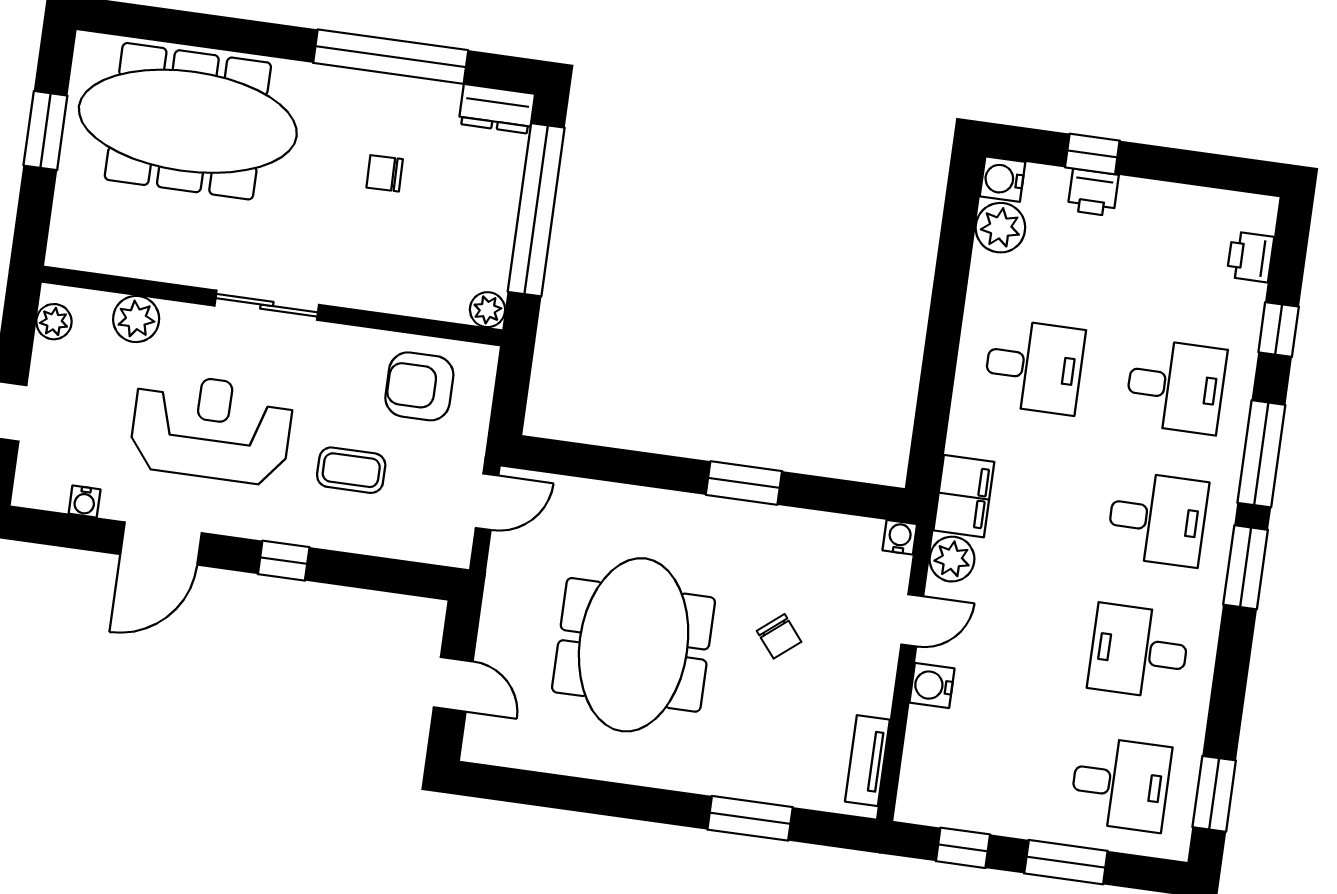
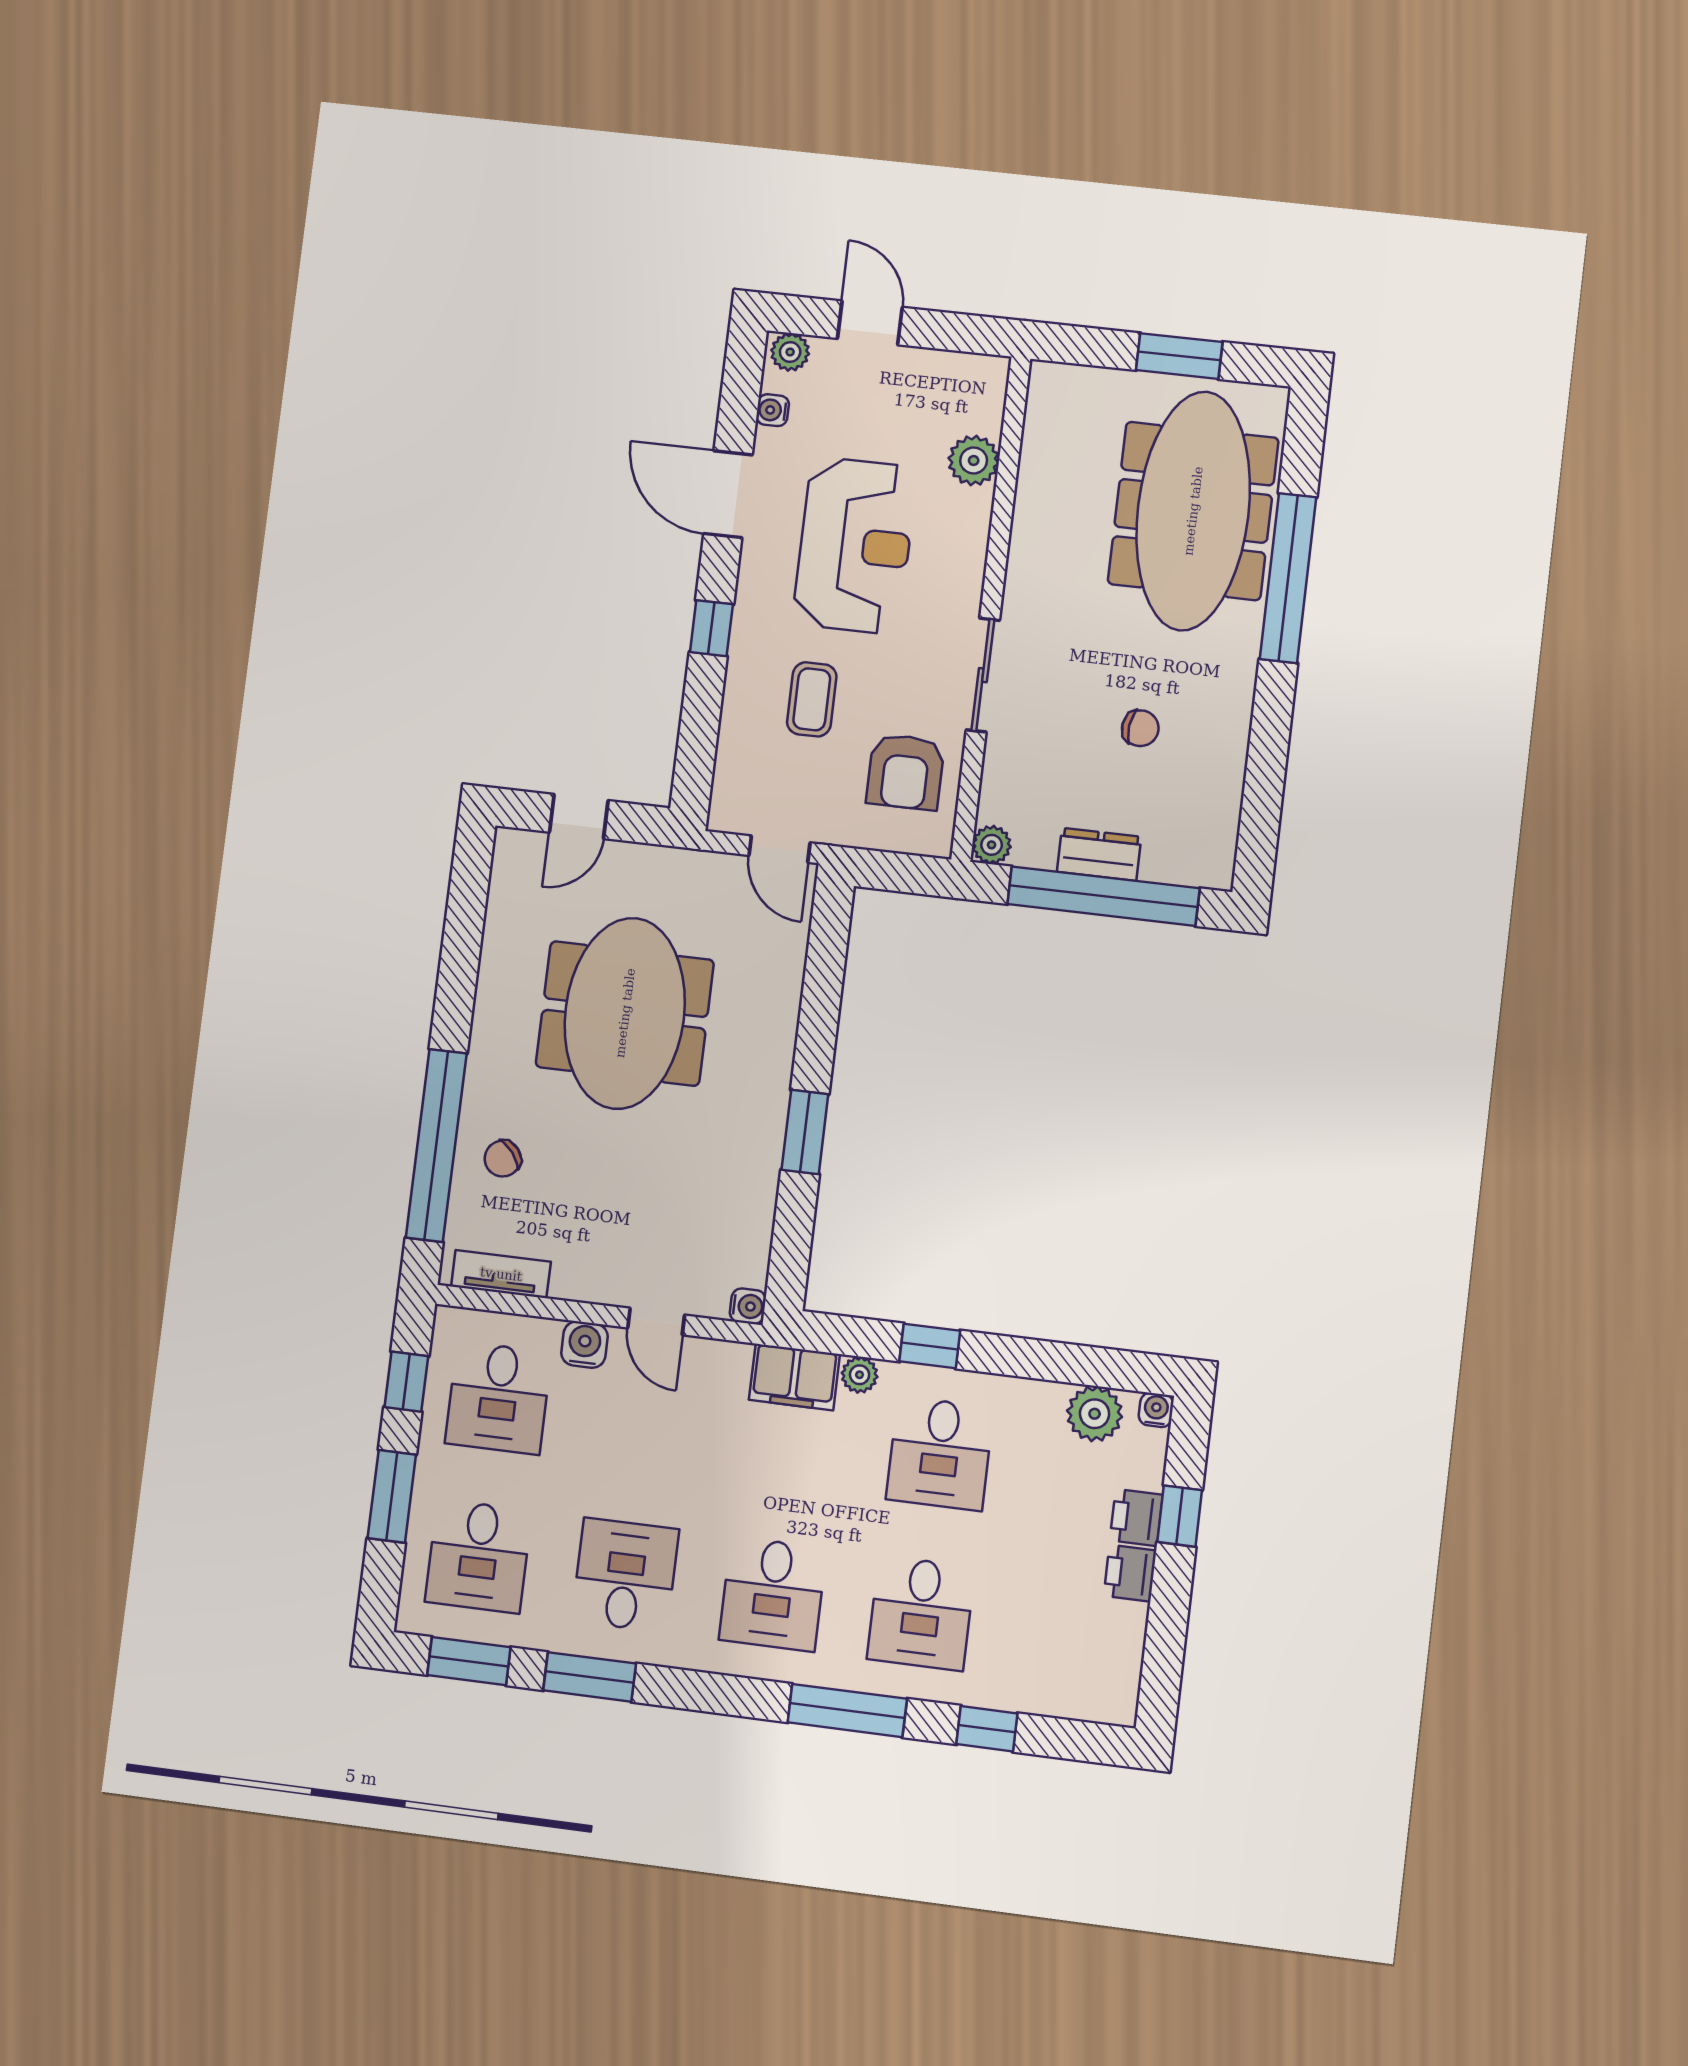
window: (391, 57) -> (1288, 578), moved
dresser: (497, 109) -> (1099, 854), moved, turned 90
chair: (385, 173) -> (1140, 728), turned 98
water cooler: (1003, 179) -> (1156, 1410), width x0.72, depth x0.72
printer: (1250, 257) -> (1130, 1573), moved, turned -90
sliding door: (267, 305) -> (983, 675), moved
plant: (54, 322) -> (790, 352), moved
window: (938, 374) -> (930, 1346), added
armchair: (419, 386) -> (905, 772), turned 180
plant: (952, 559) -> (860, 1375), moved, width x0.73, depth x0.73
window: (1246, 567) -> (590, 1677), moved
chair: (779, 636) -> (503, 1159), moved
meeting table: (634, 645) -> (625, 1013), turned 90
desk: (979, 764) -> (498, 1398), added
window: (750, 818) -> (436, 1145), width x2.11

